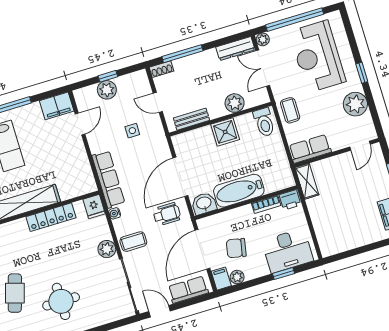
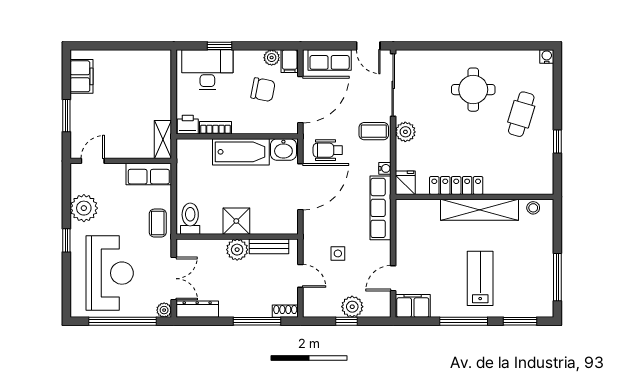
plant: (235, 103) -> (237, 250), moved

